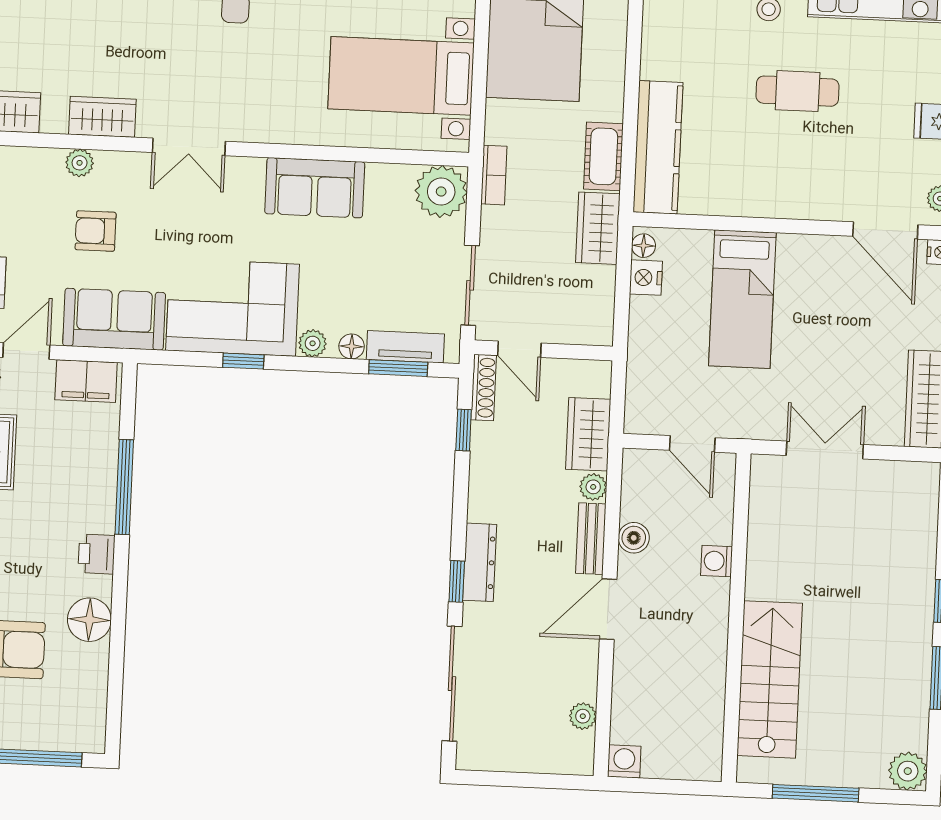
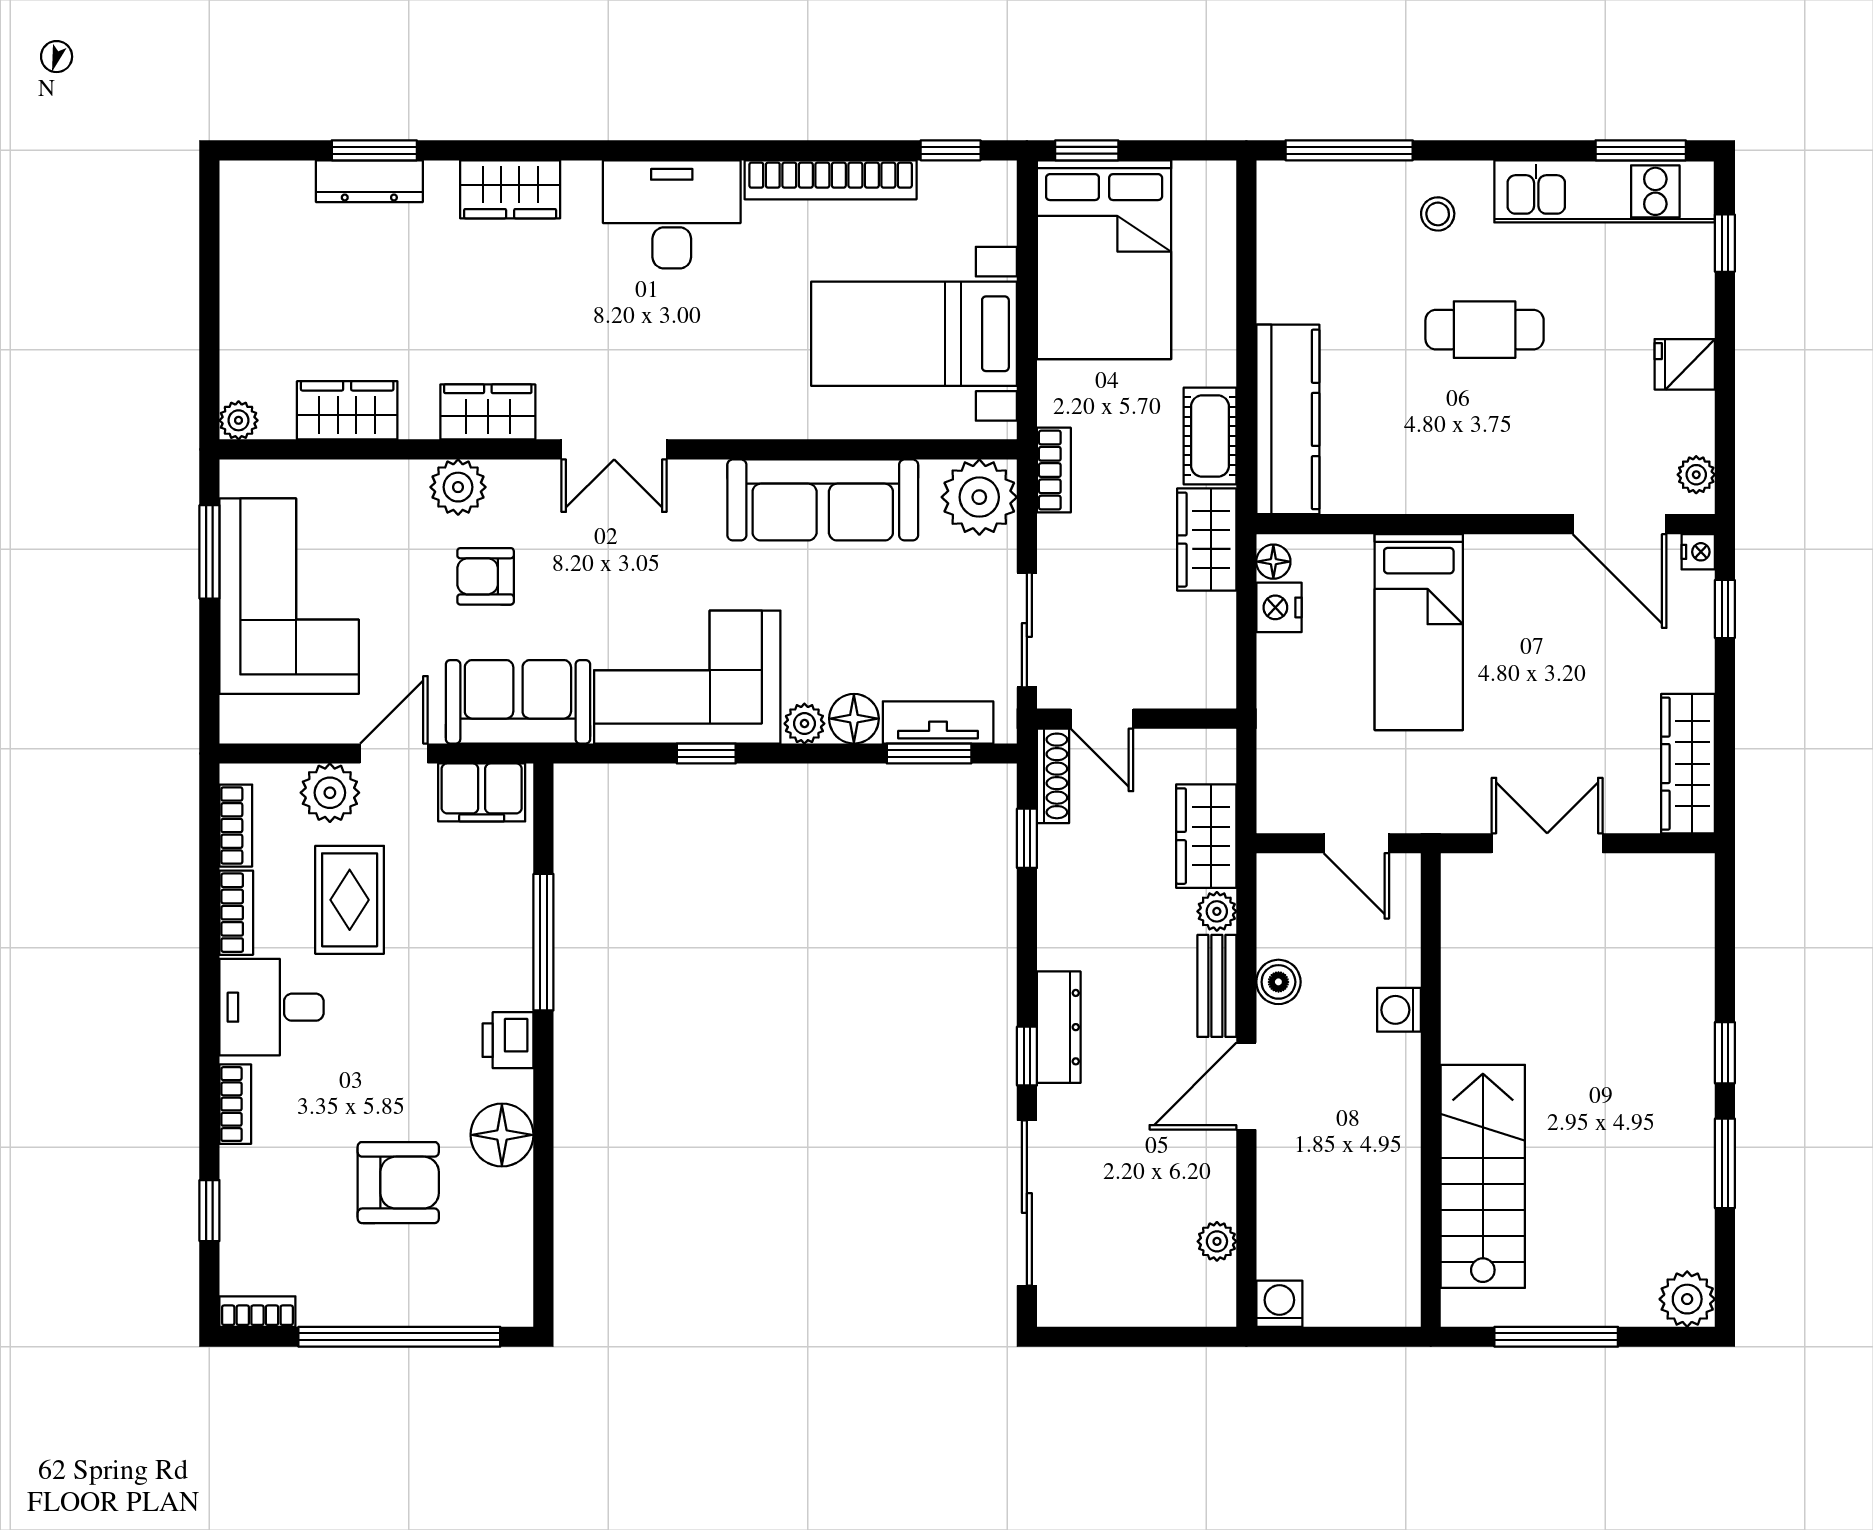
plant: (80, 163) -> (458, 487), width x1.38, depth x1.38
sofa: (315, 188) -> (823, 500), width x1.36
floor lamp: (352, 346) -> (854, 719), width x1.37, depth x1.37

